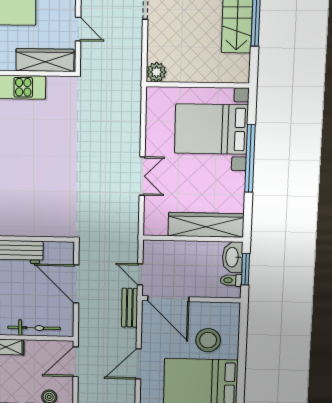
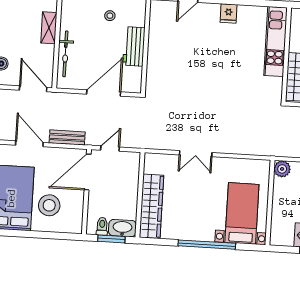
bed with nightstands: (211, 129) -> (242, 213), width x0.73
bench: (130, 308) -> (67, 137), moved

